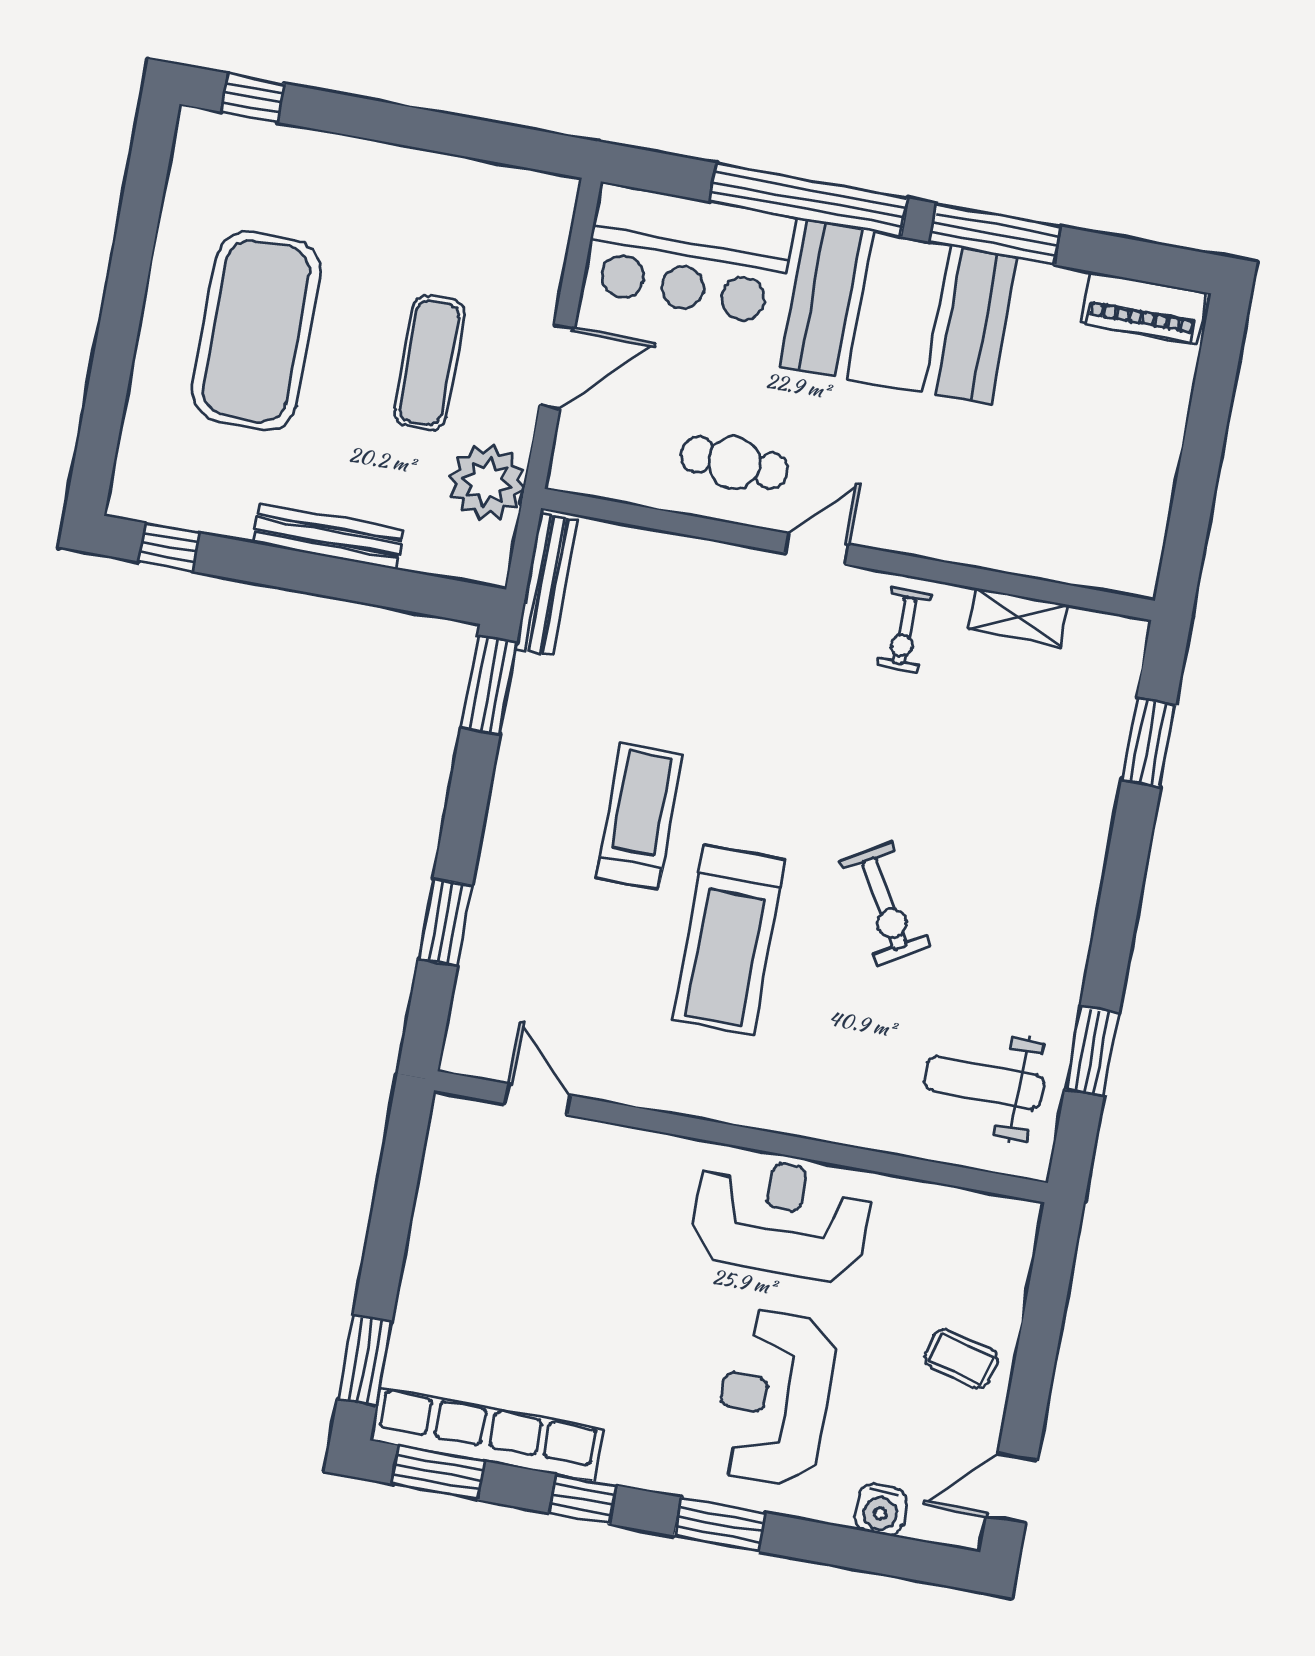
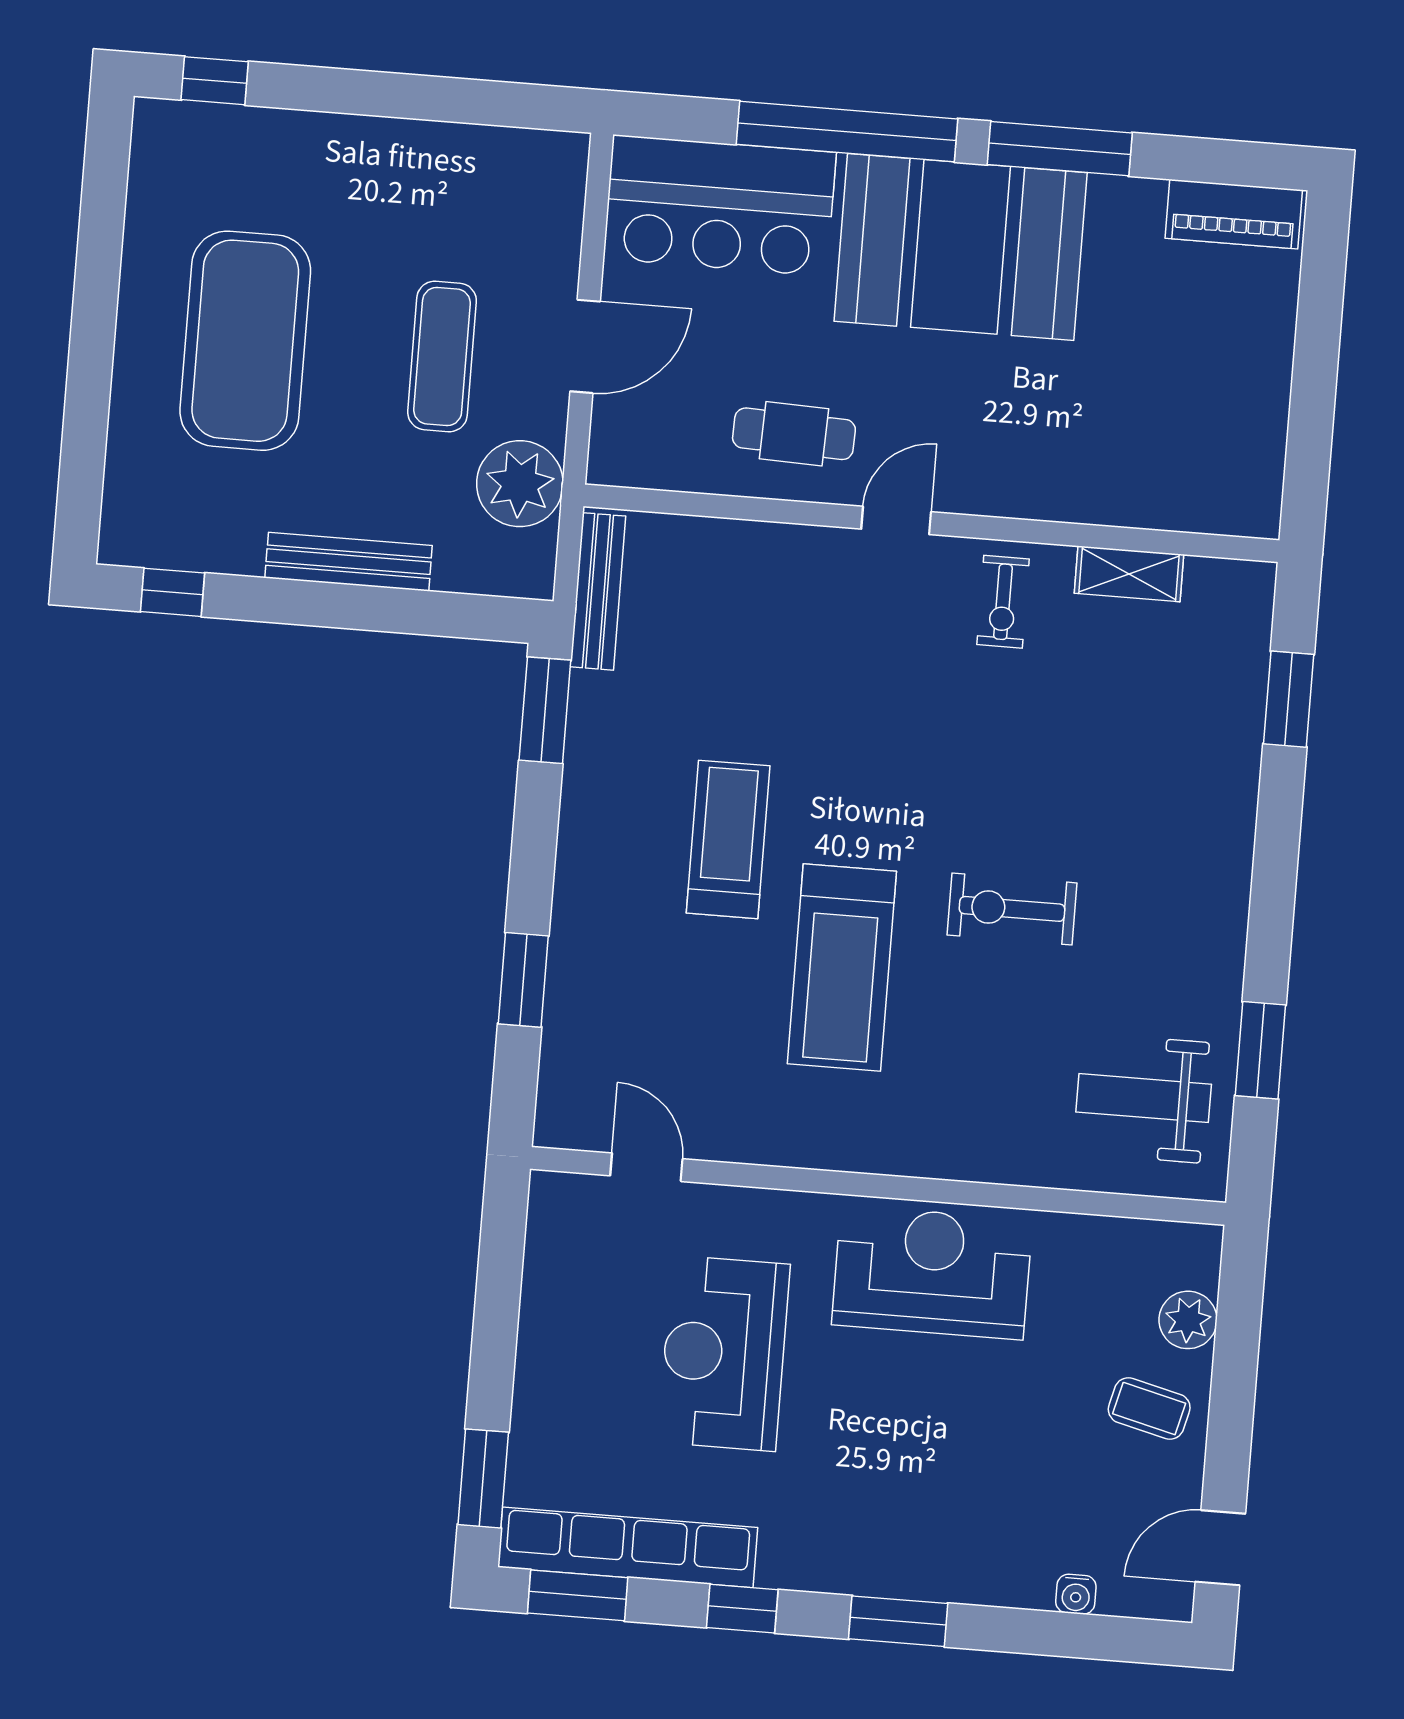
exercise bike: (885, 903) -> (1012, 909), turned 120
plant: (1004, 1283) -> (1188, 1320), added
reception desk: (774, 1398) -> (724, 1353), moved
water cooler: (881, 1510) -> (1076, 1594), width x0.72, depth x0.72

